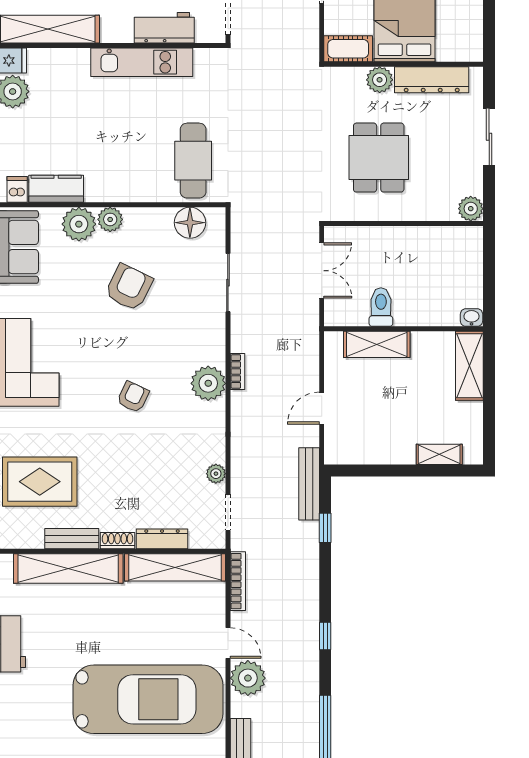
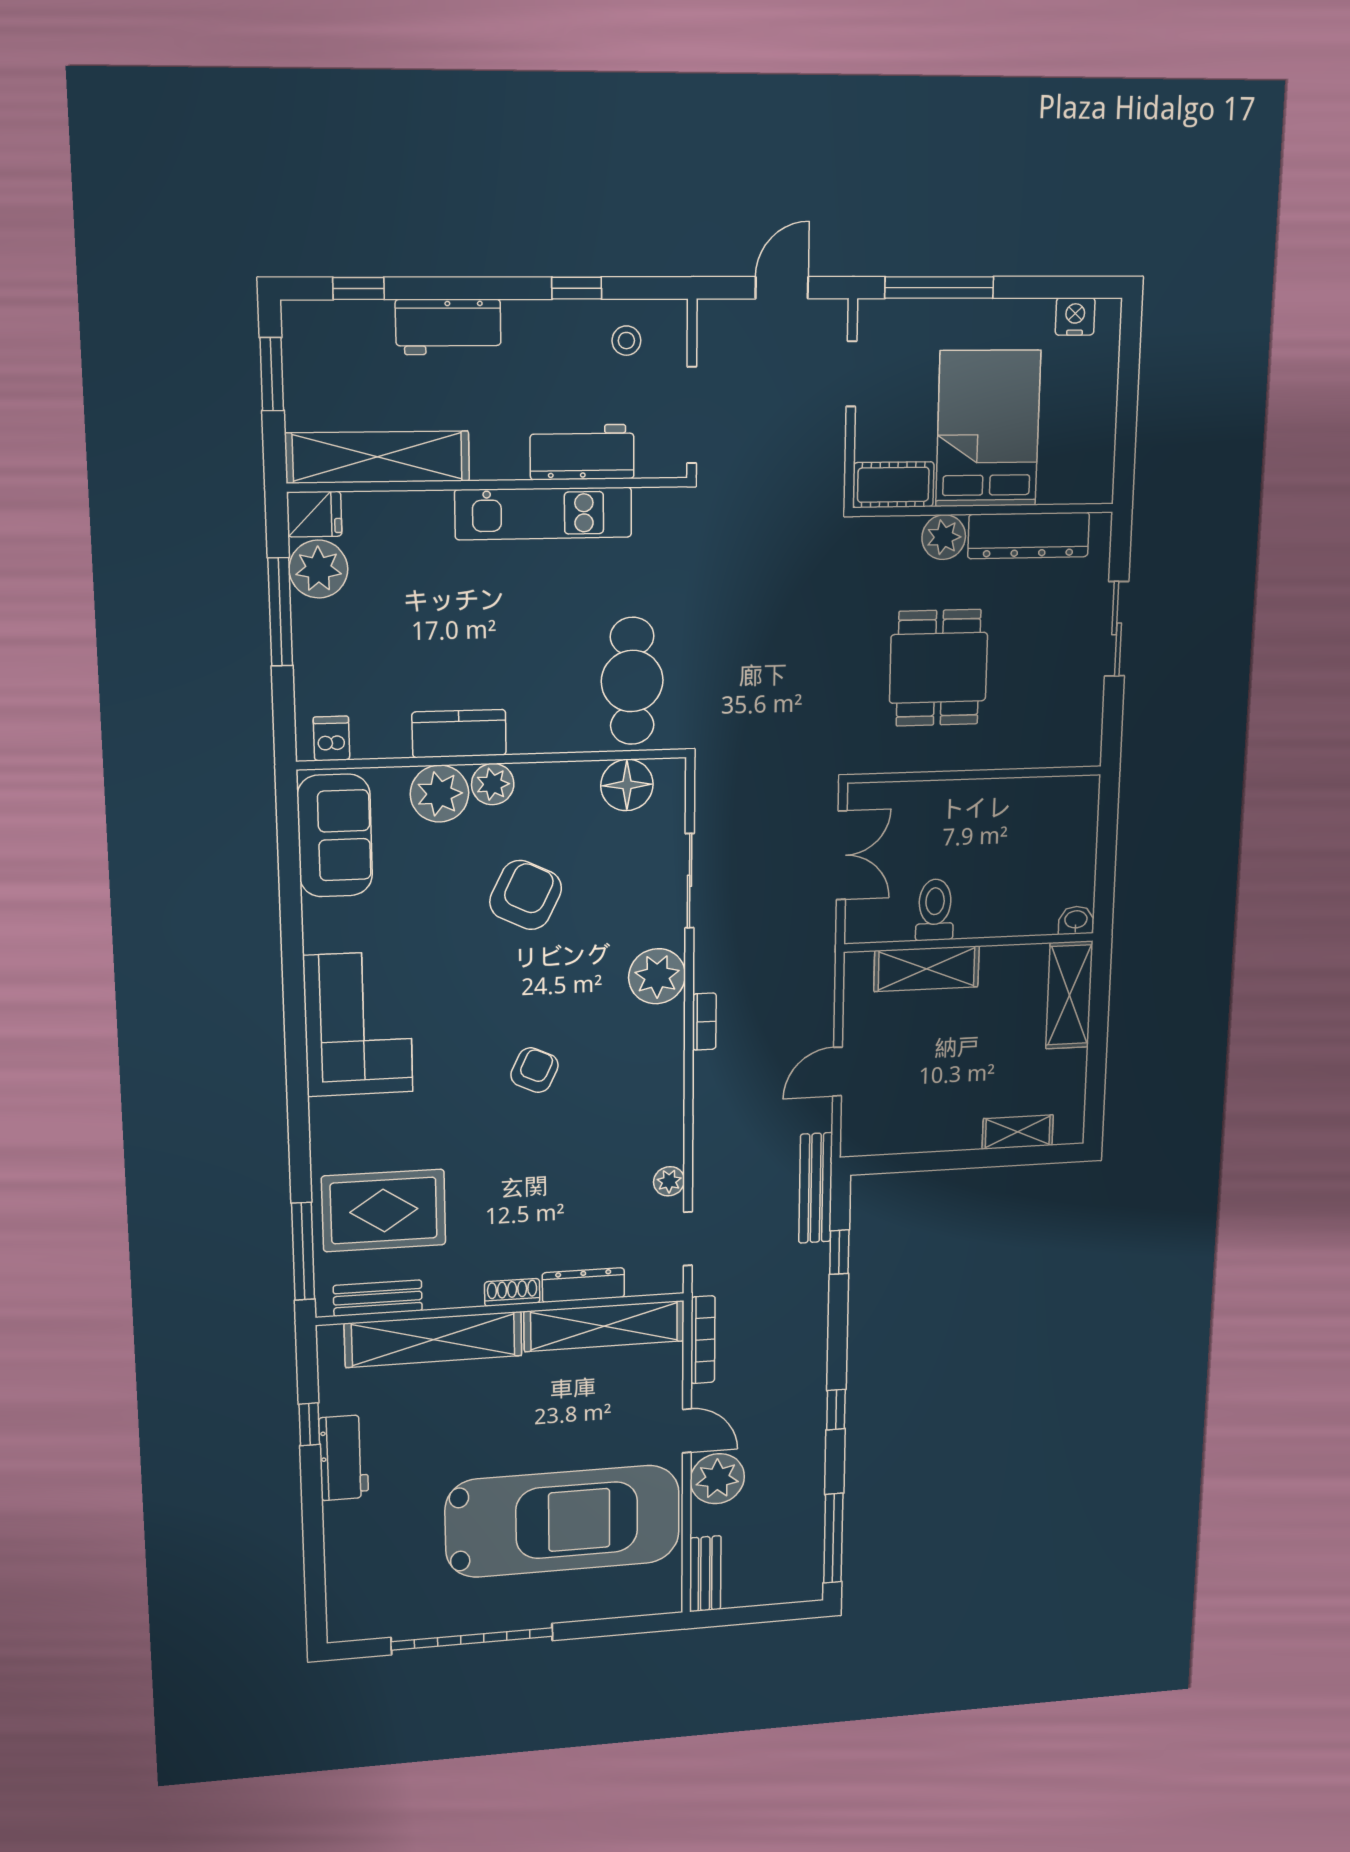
kitchen counter: (56, 189) -> (459, 734), moved
plant: (471, 209) -> (1082, 747), removed
plant: (208, 383) -> (657, 976), moved
bench: (72, 539) -> (378, 1298), moved

